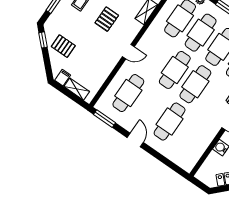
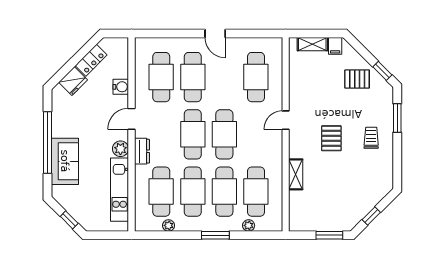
window: (105, 119) -> (262, 33), removed
cafe table: (190, 136) -> (161, 77), added

